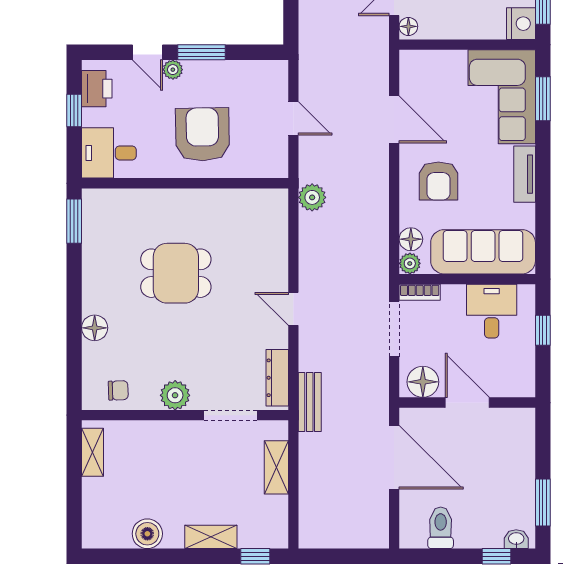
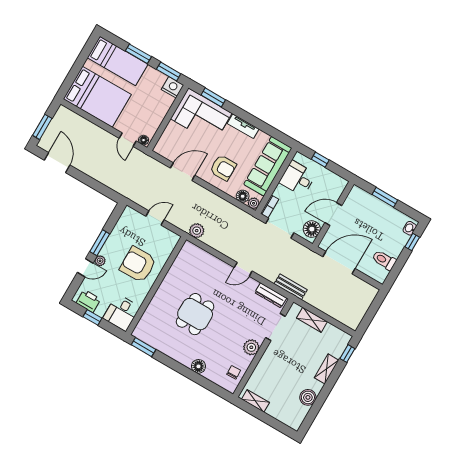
window: (543, 503) -> (385, 197), moved

